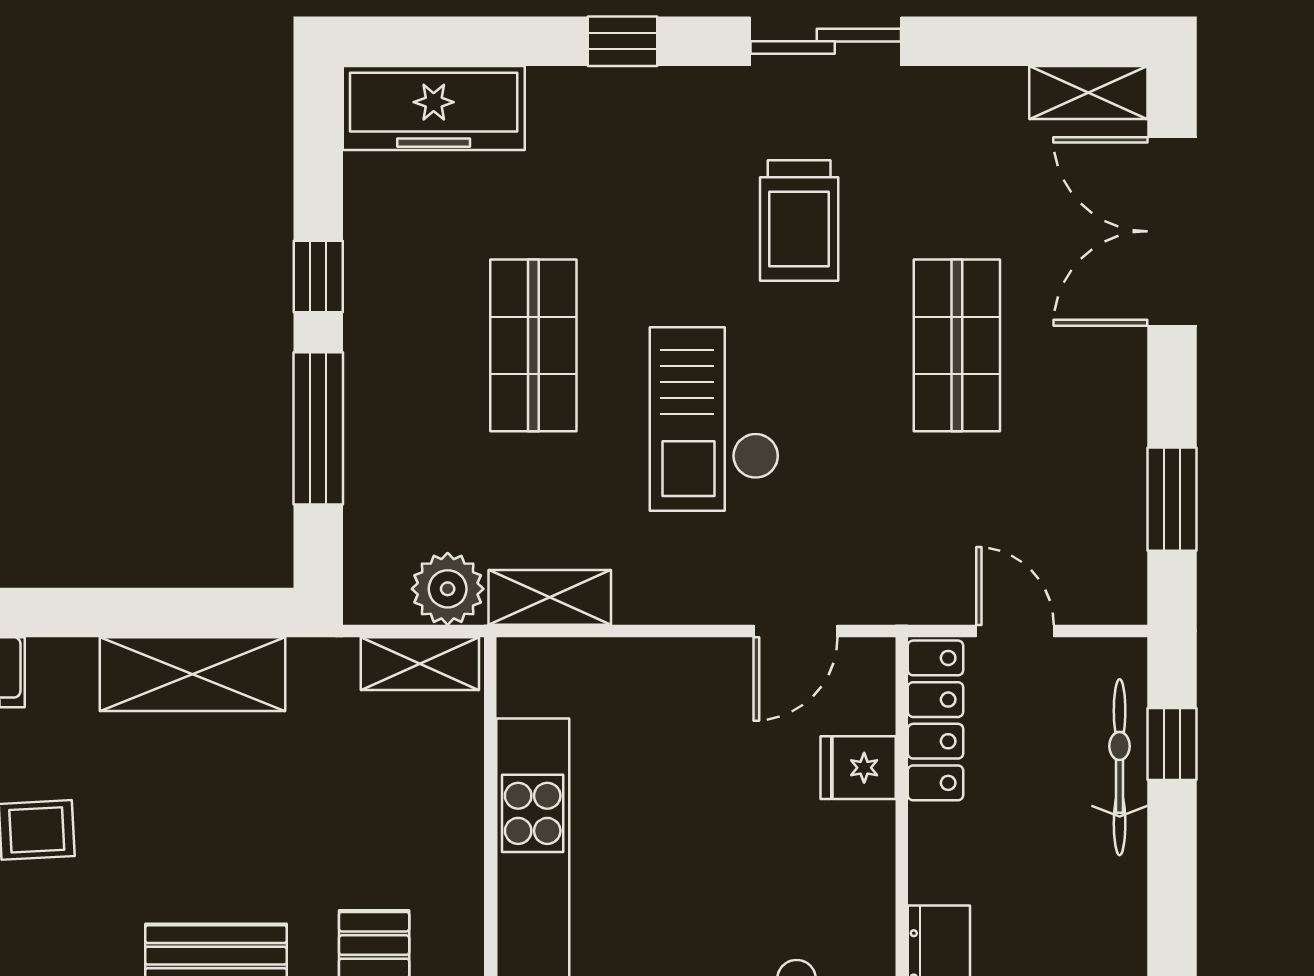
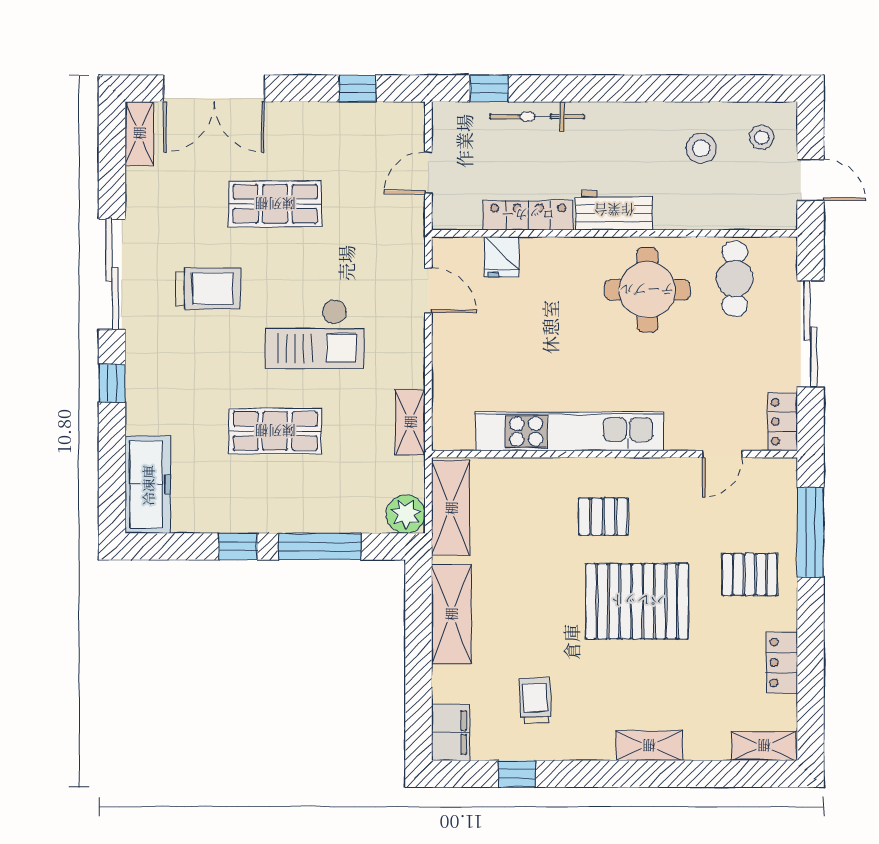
sliding door: (826, 41) -> (112, 274), width x1.37
window: (1172, 499) -> (358, 88), width x0.67
plant: (448, 589) -> (406, 514), moved
shelving: (420, 664) -> (451, 508), width x1.50, depth x1.33
locker: (935, 720) -> (528, 215), moved
bicycle: (1120, 767) -> (537, 117), moved

